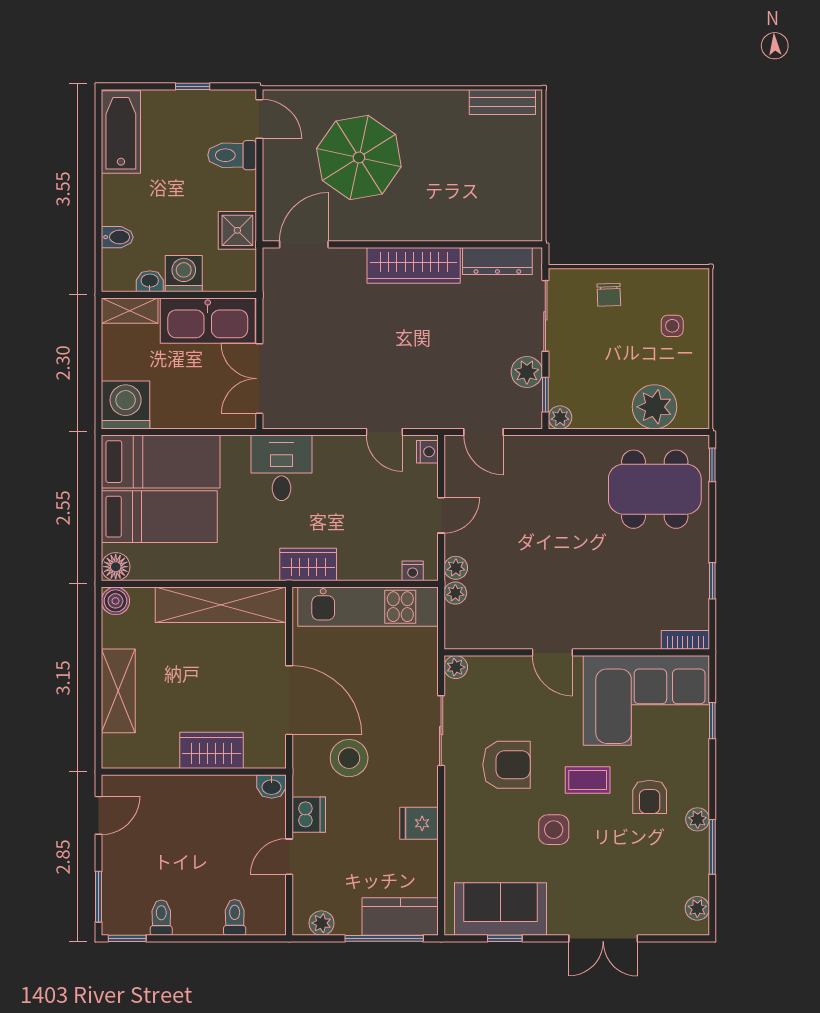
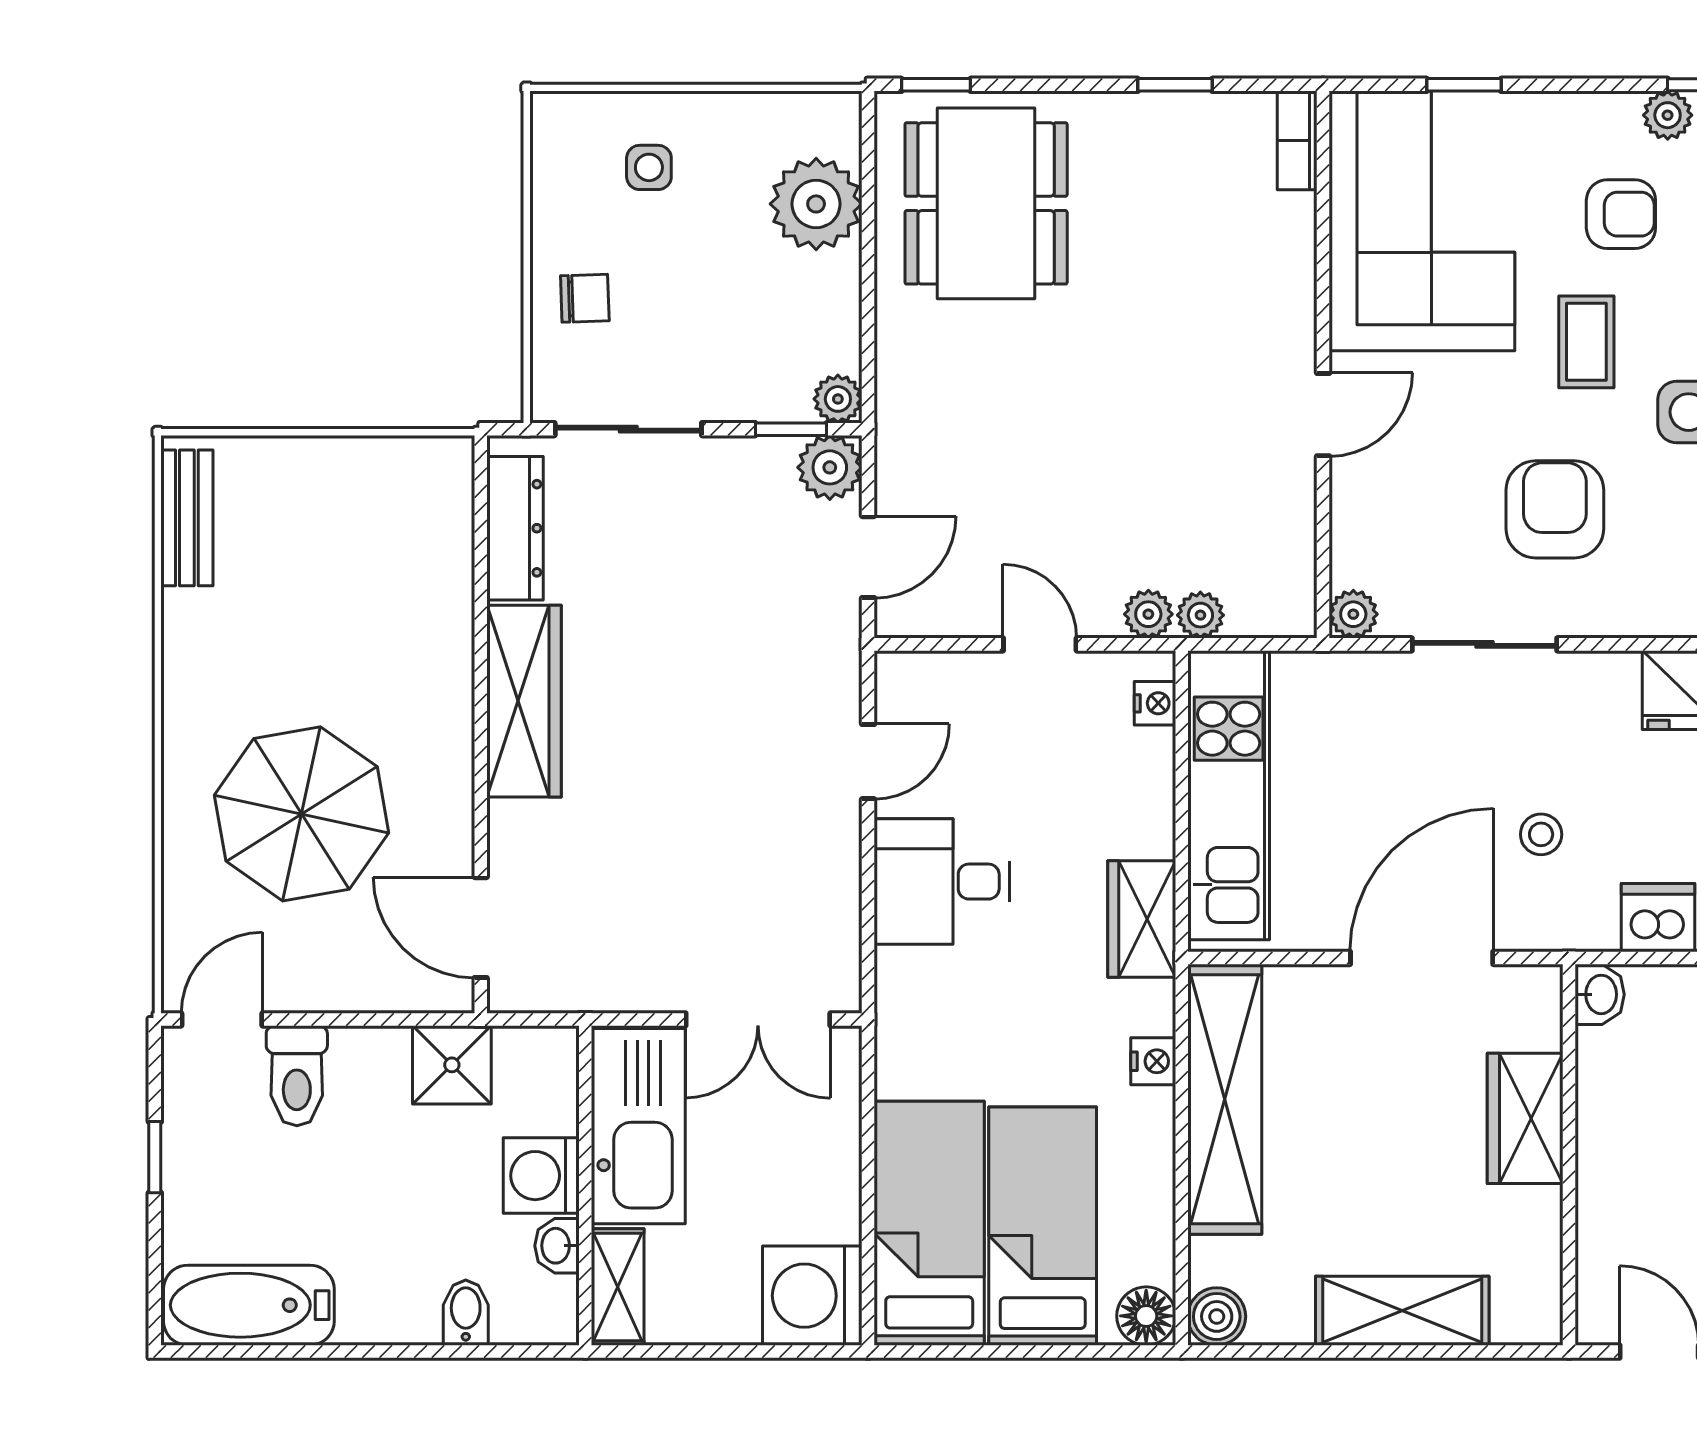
plant: (527, 372) -> (830, 467), moved
nightstand: (427, 452) -> (1153, 1061), moved, turned 90
desk: (281, 468) -> (942, 882), moved
stool: (349, 758) -> (1541, 834), width x0.53, depth x0.53

